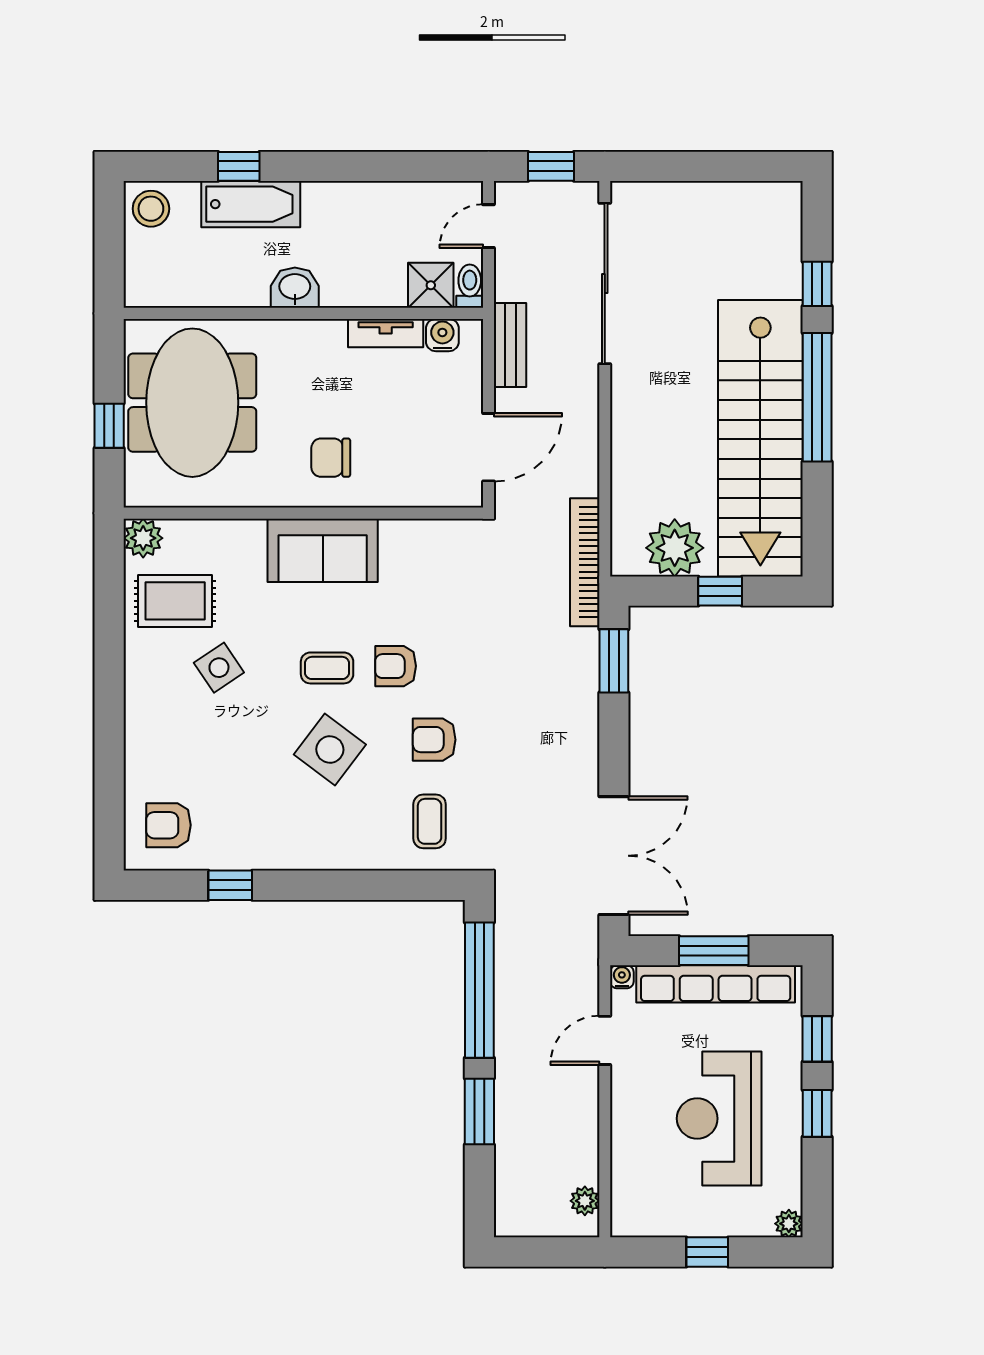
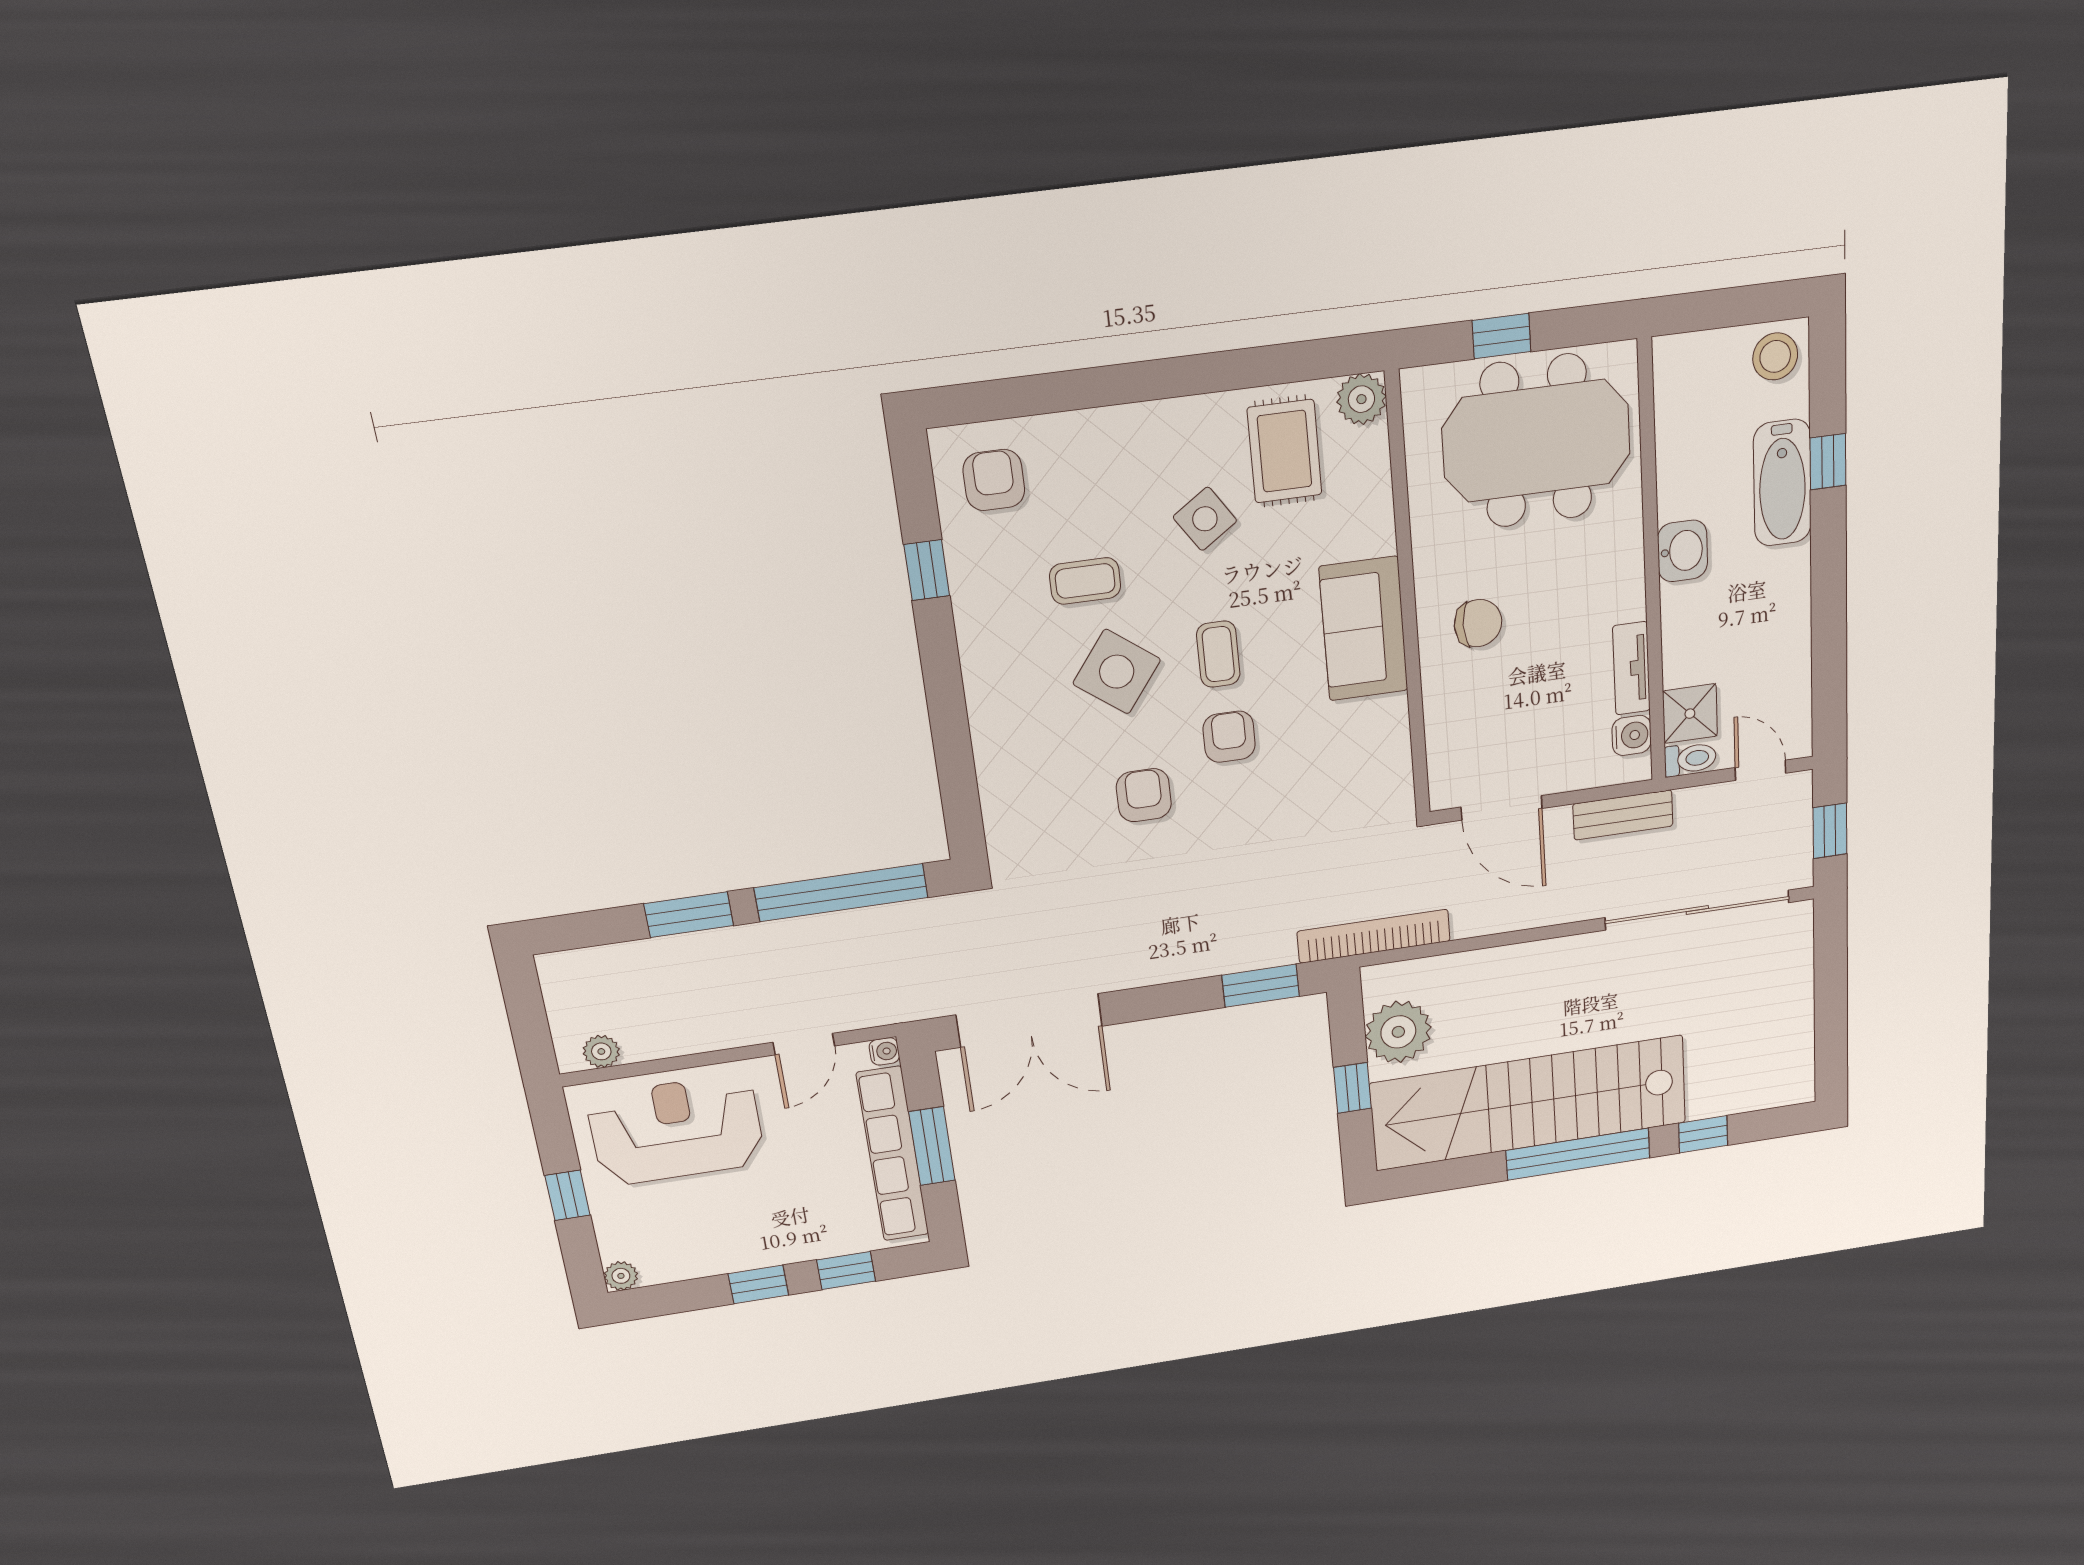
chair: (331, 458) -> (1478, 623), turned 90
coffee table: (430, 821) -> (1085, 581), moved
door: (605, 1040) -> (804, 1044), swing flipped
reception desk: (719, 1119) -> (676, 1130), moved

